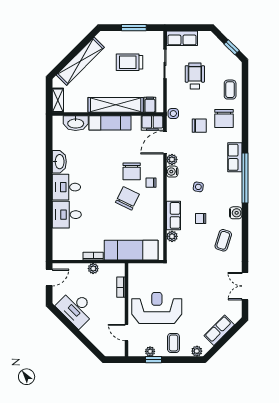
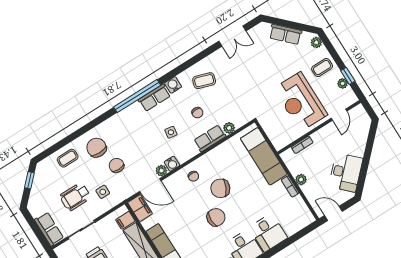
side table: (173, 114) -> (103, 192), moved
chair: (224, 118) -> (97, 148), turned -90
row of seats: (235, 157) -> (154, 98), moved
chair: (132, 171) -> (216, 217), moved

